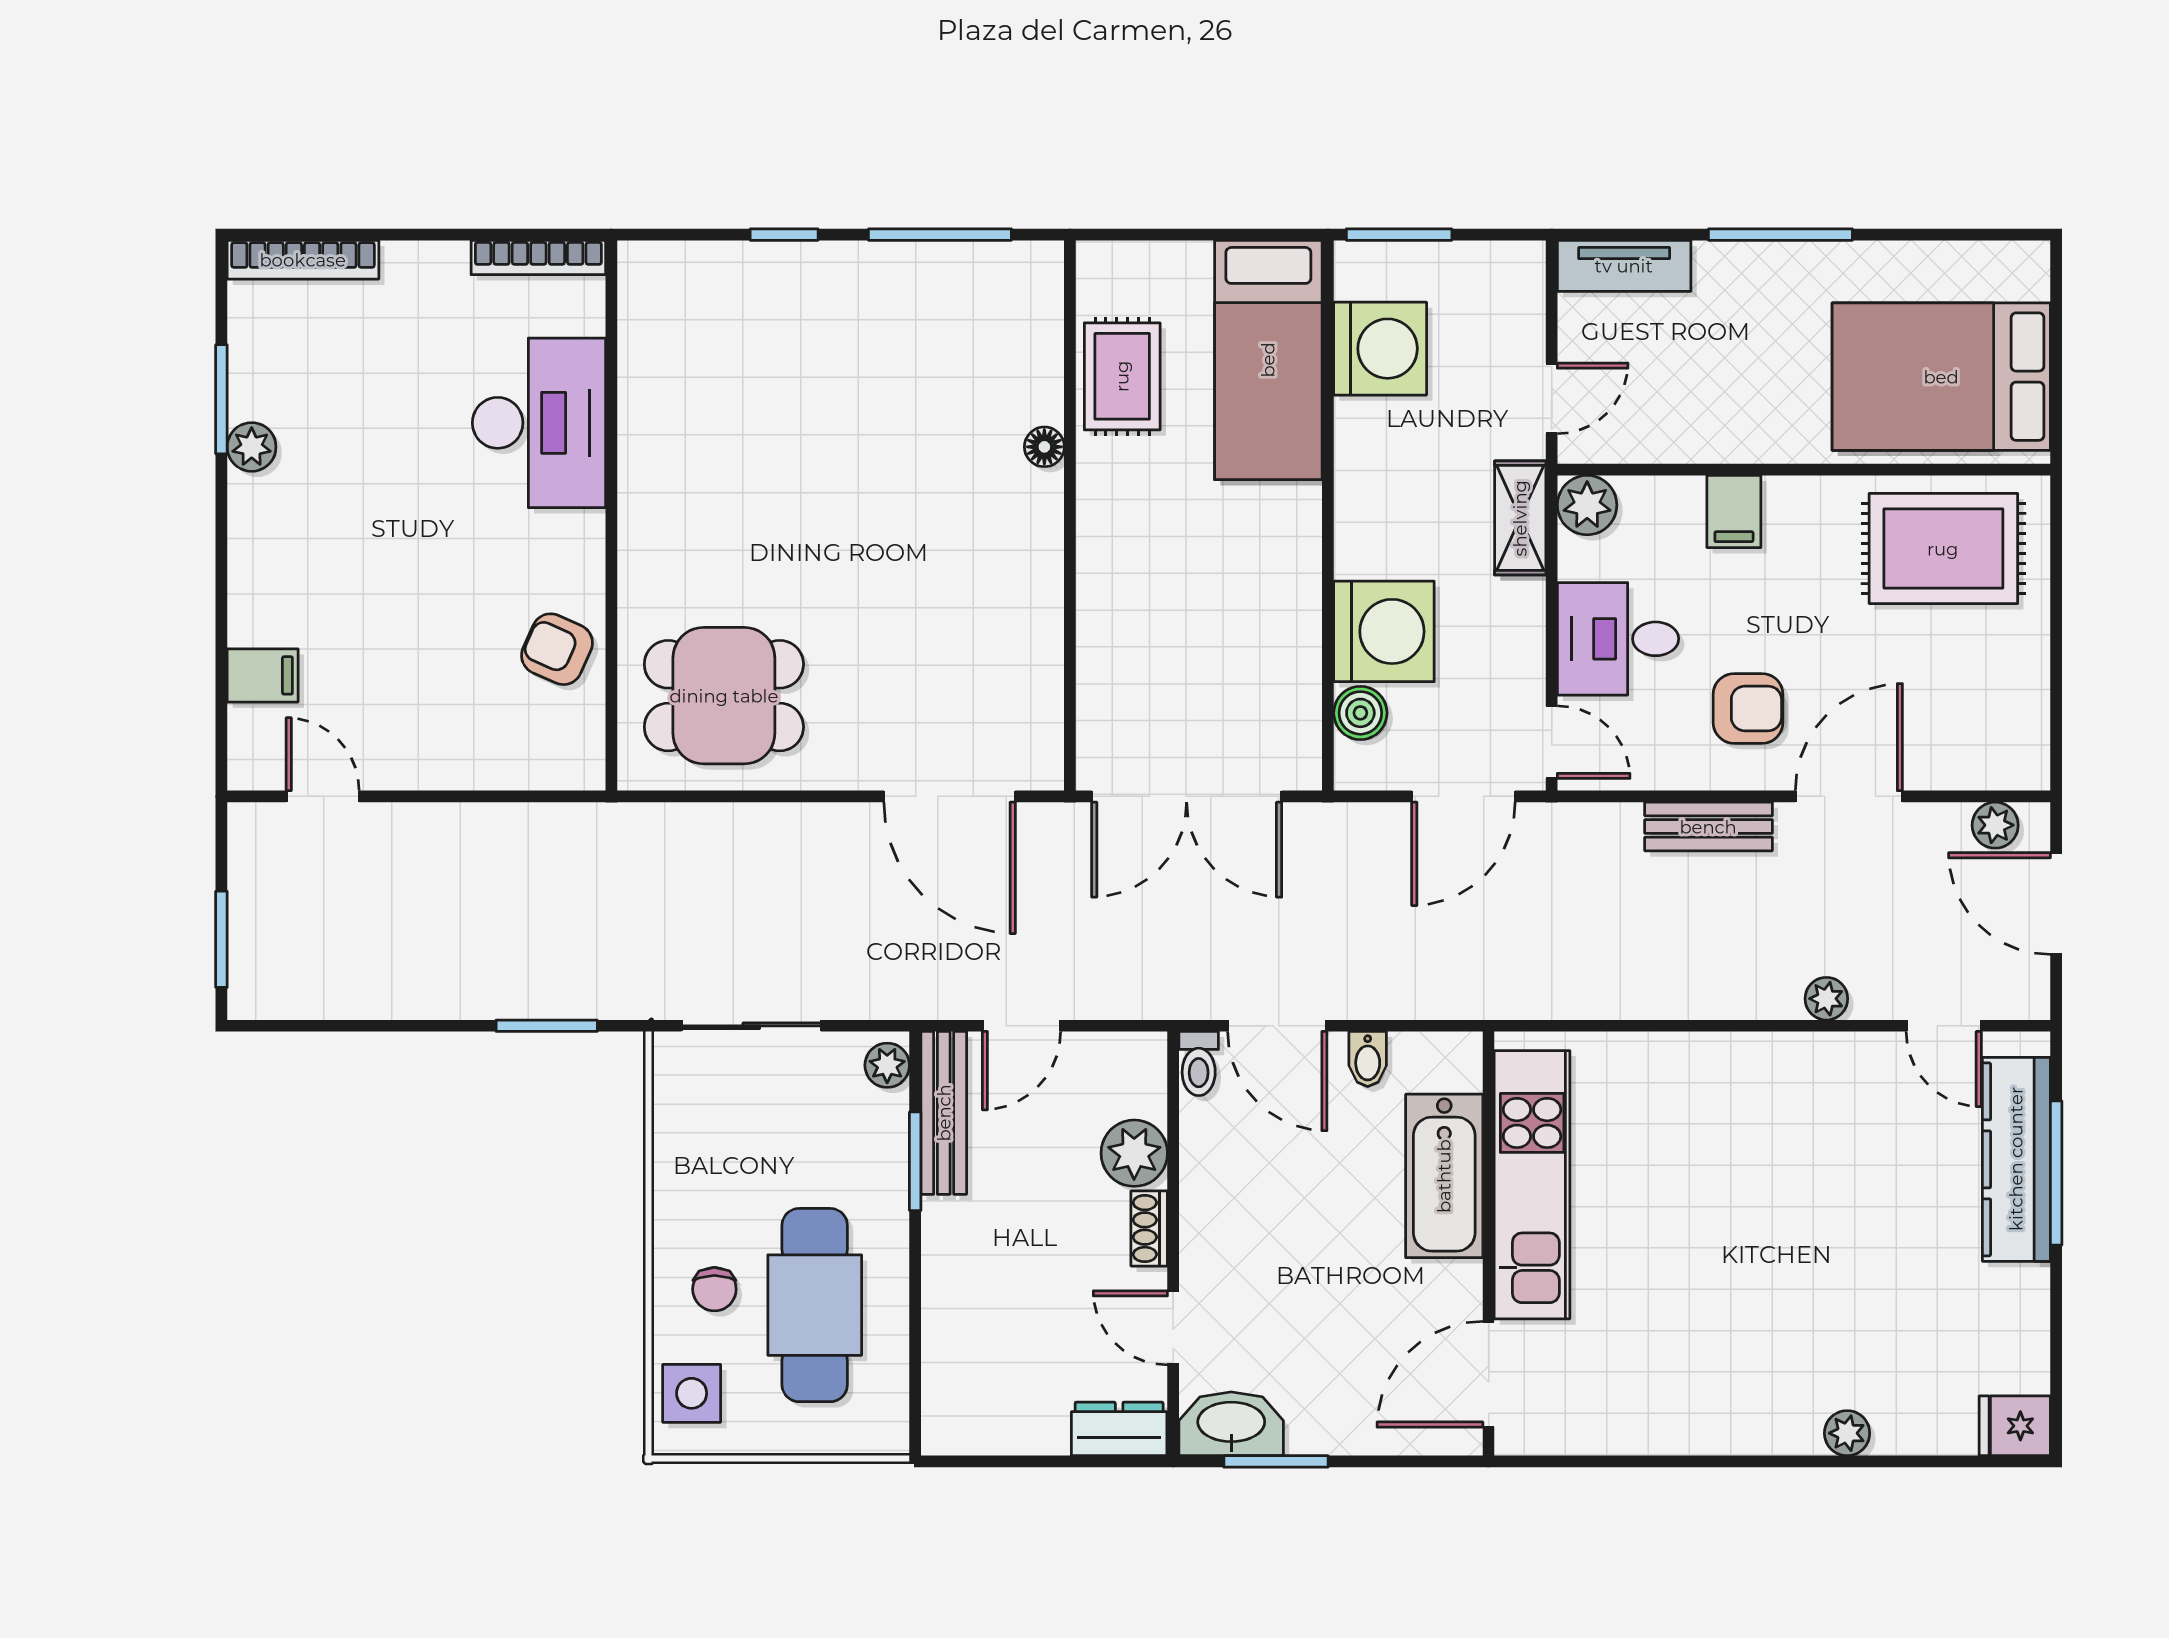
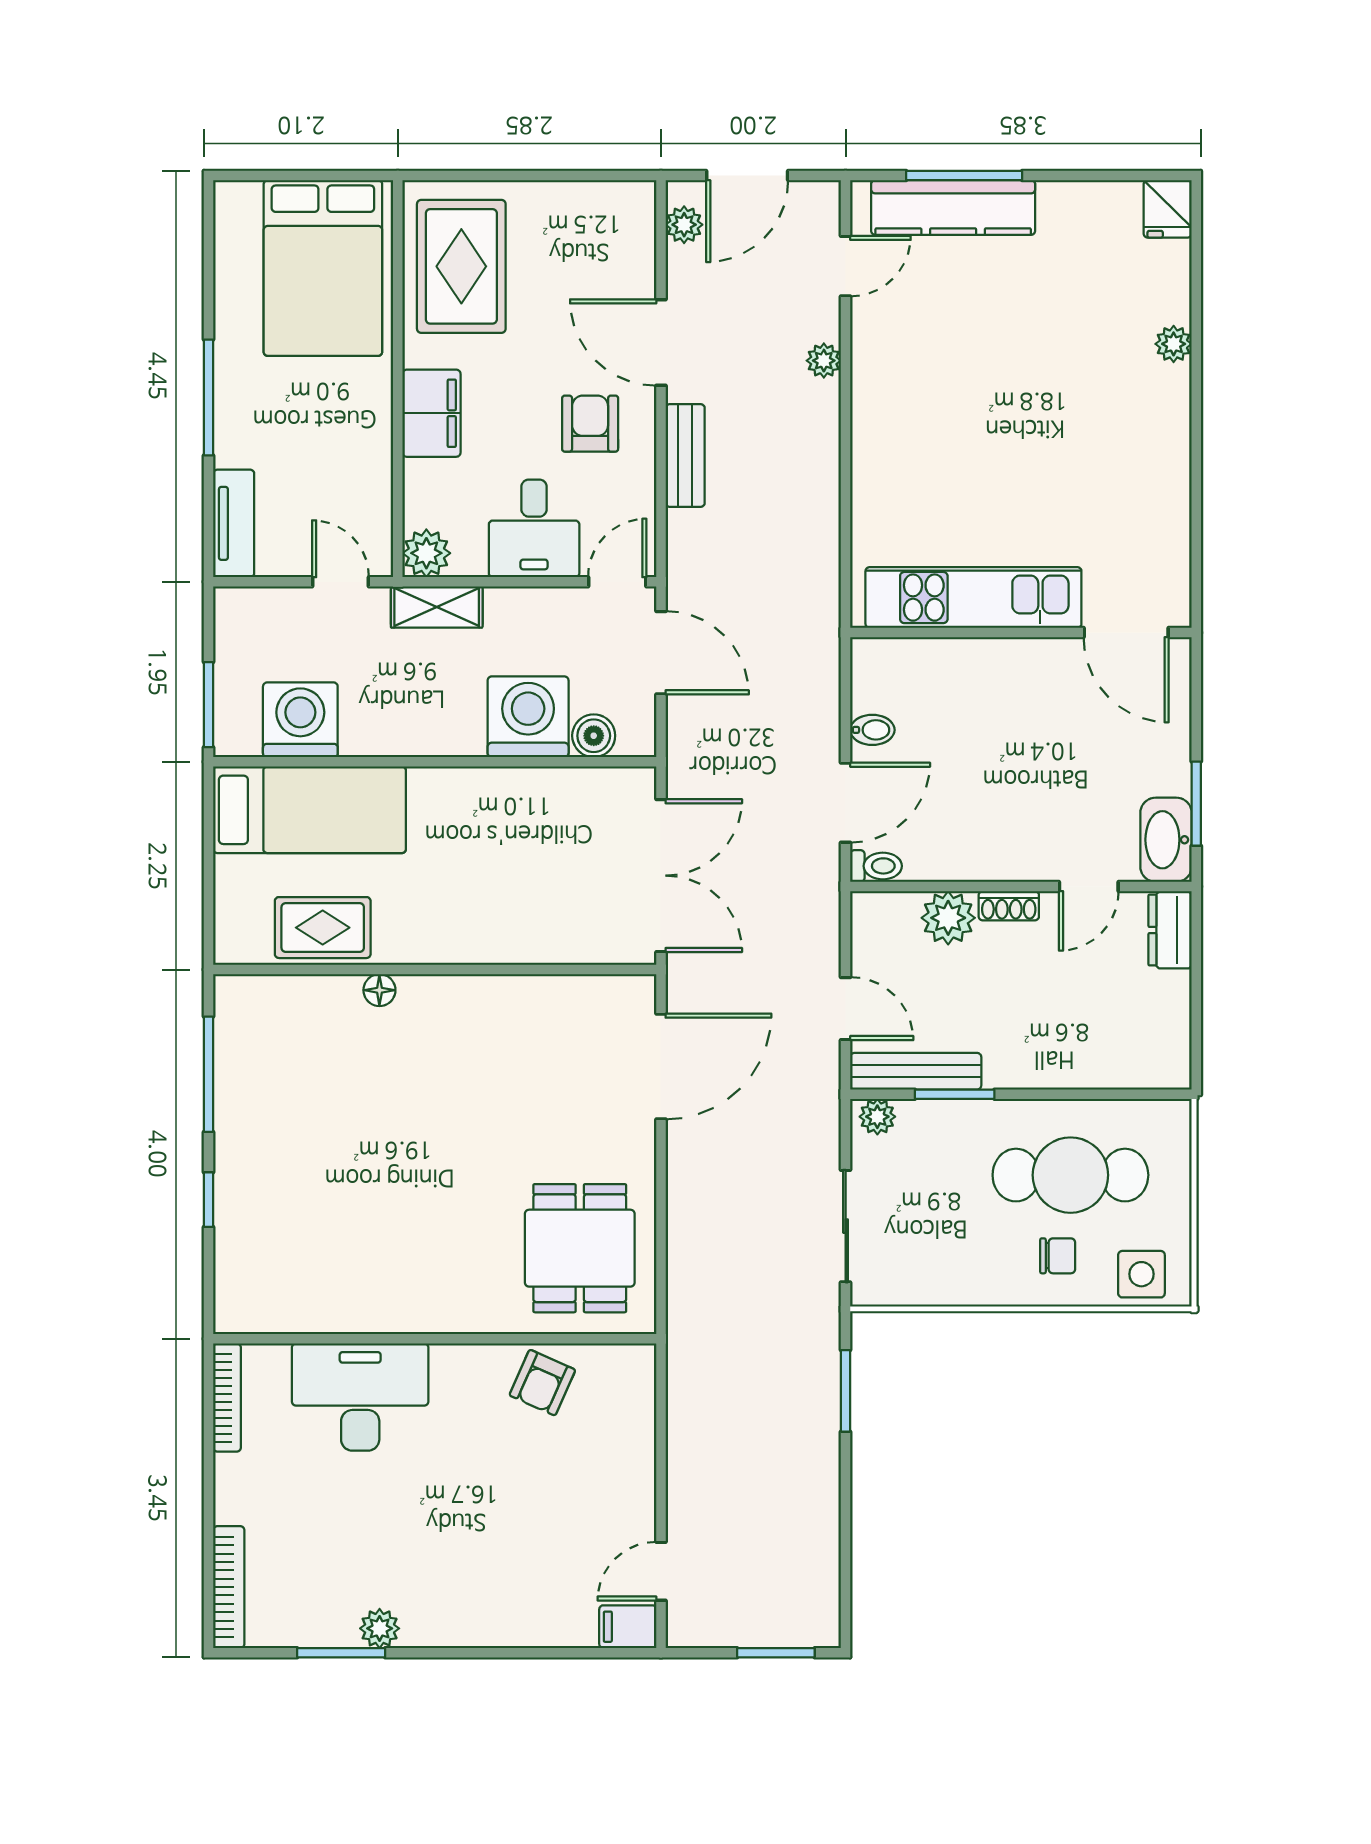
filing cabinet: (1734, 511) -> (431, 413), width x2.00
filing cabinet: (263, 675) -> (628, 1627), moved, turned -90
bathtub: (1444, 1176) -> (966, 668), removed

